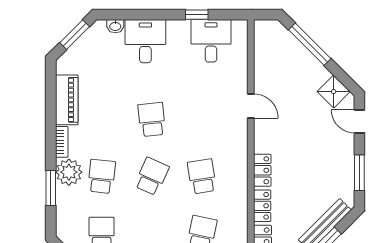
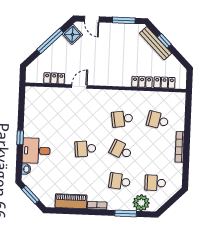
window: (197, 15) -> (20, 138), moved
desk: (211, 41) -> (38, 110), removed
window: (310, 44) -> (50, 41), moved
door: (359, 121) -> (92, 19), hinge flipped
locker: (262, 170) -> (54, 78), moved
plant: (69, 172) -> (141, 203), moved

